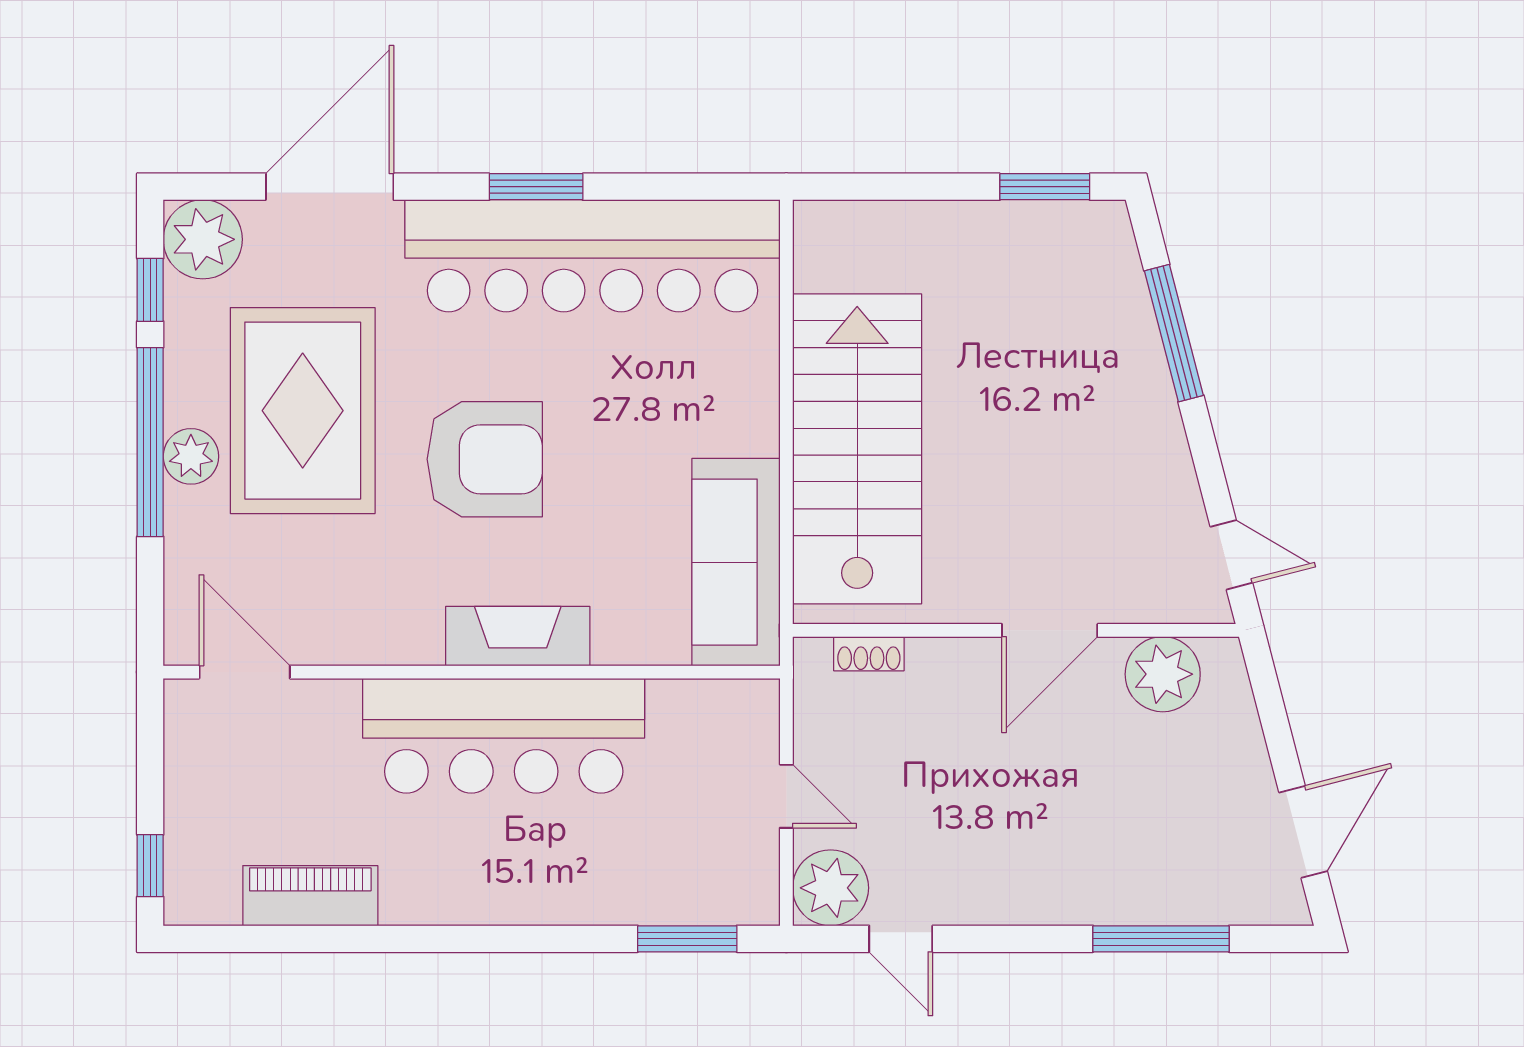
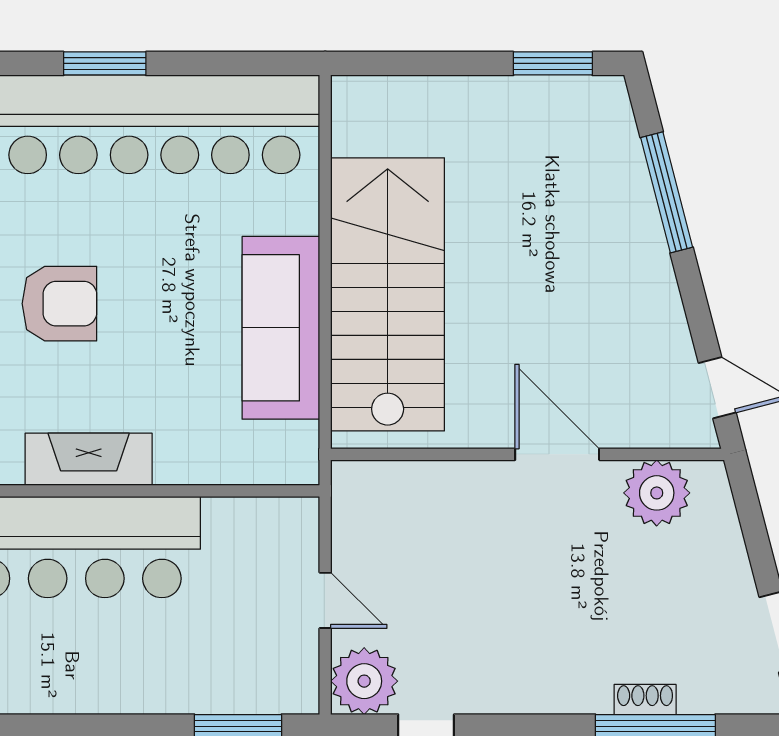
armchair: (485, 459) -> (59, 304), width x0.73, depth x0.73
sofa: (736, 562) -> (281, 328), moved
door: (1050, 630) -> (557, 454), swing flipped
shoe rack: (869, 654) -> (645, 700), moved, turned 180

